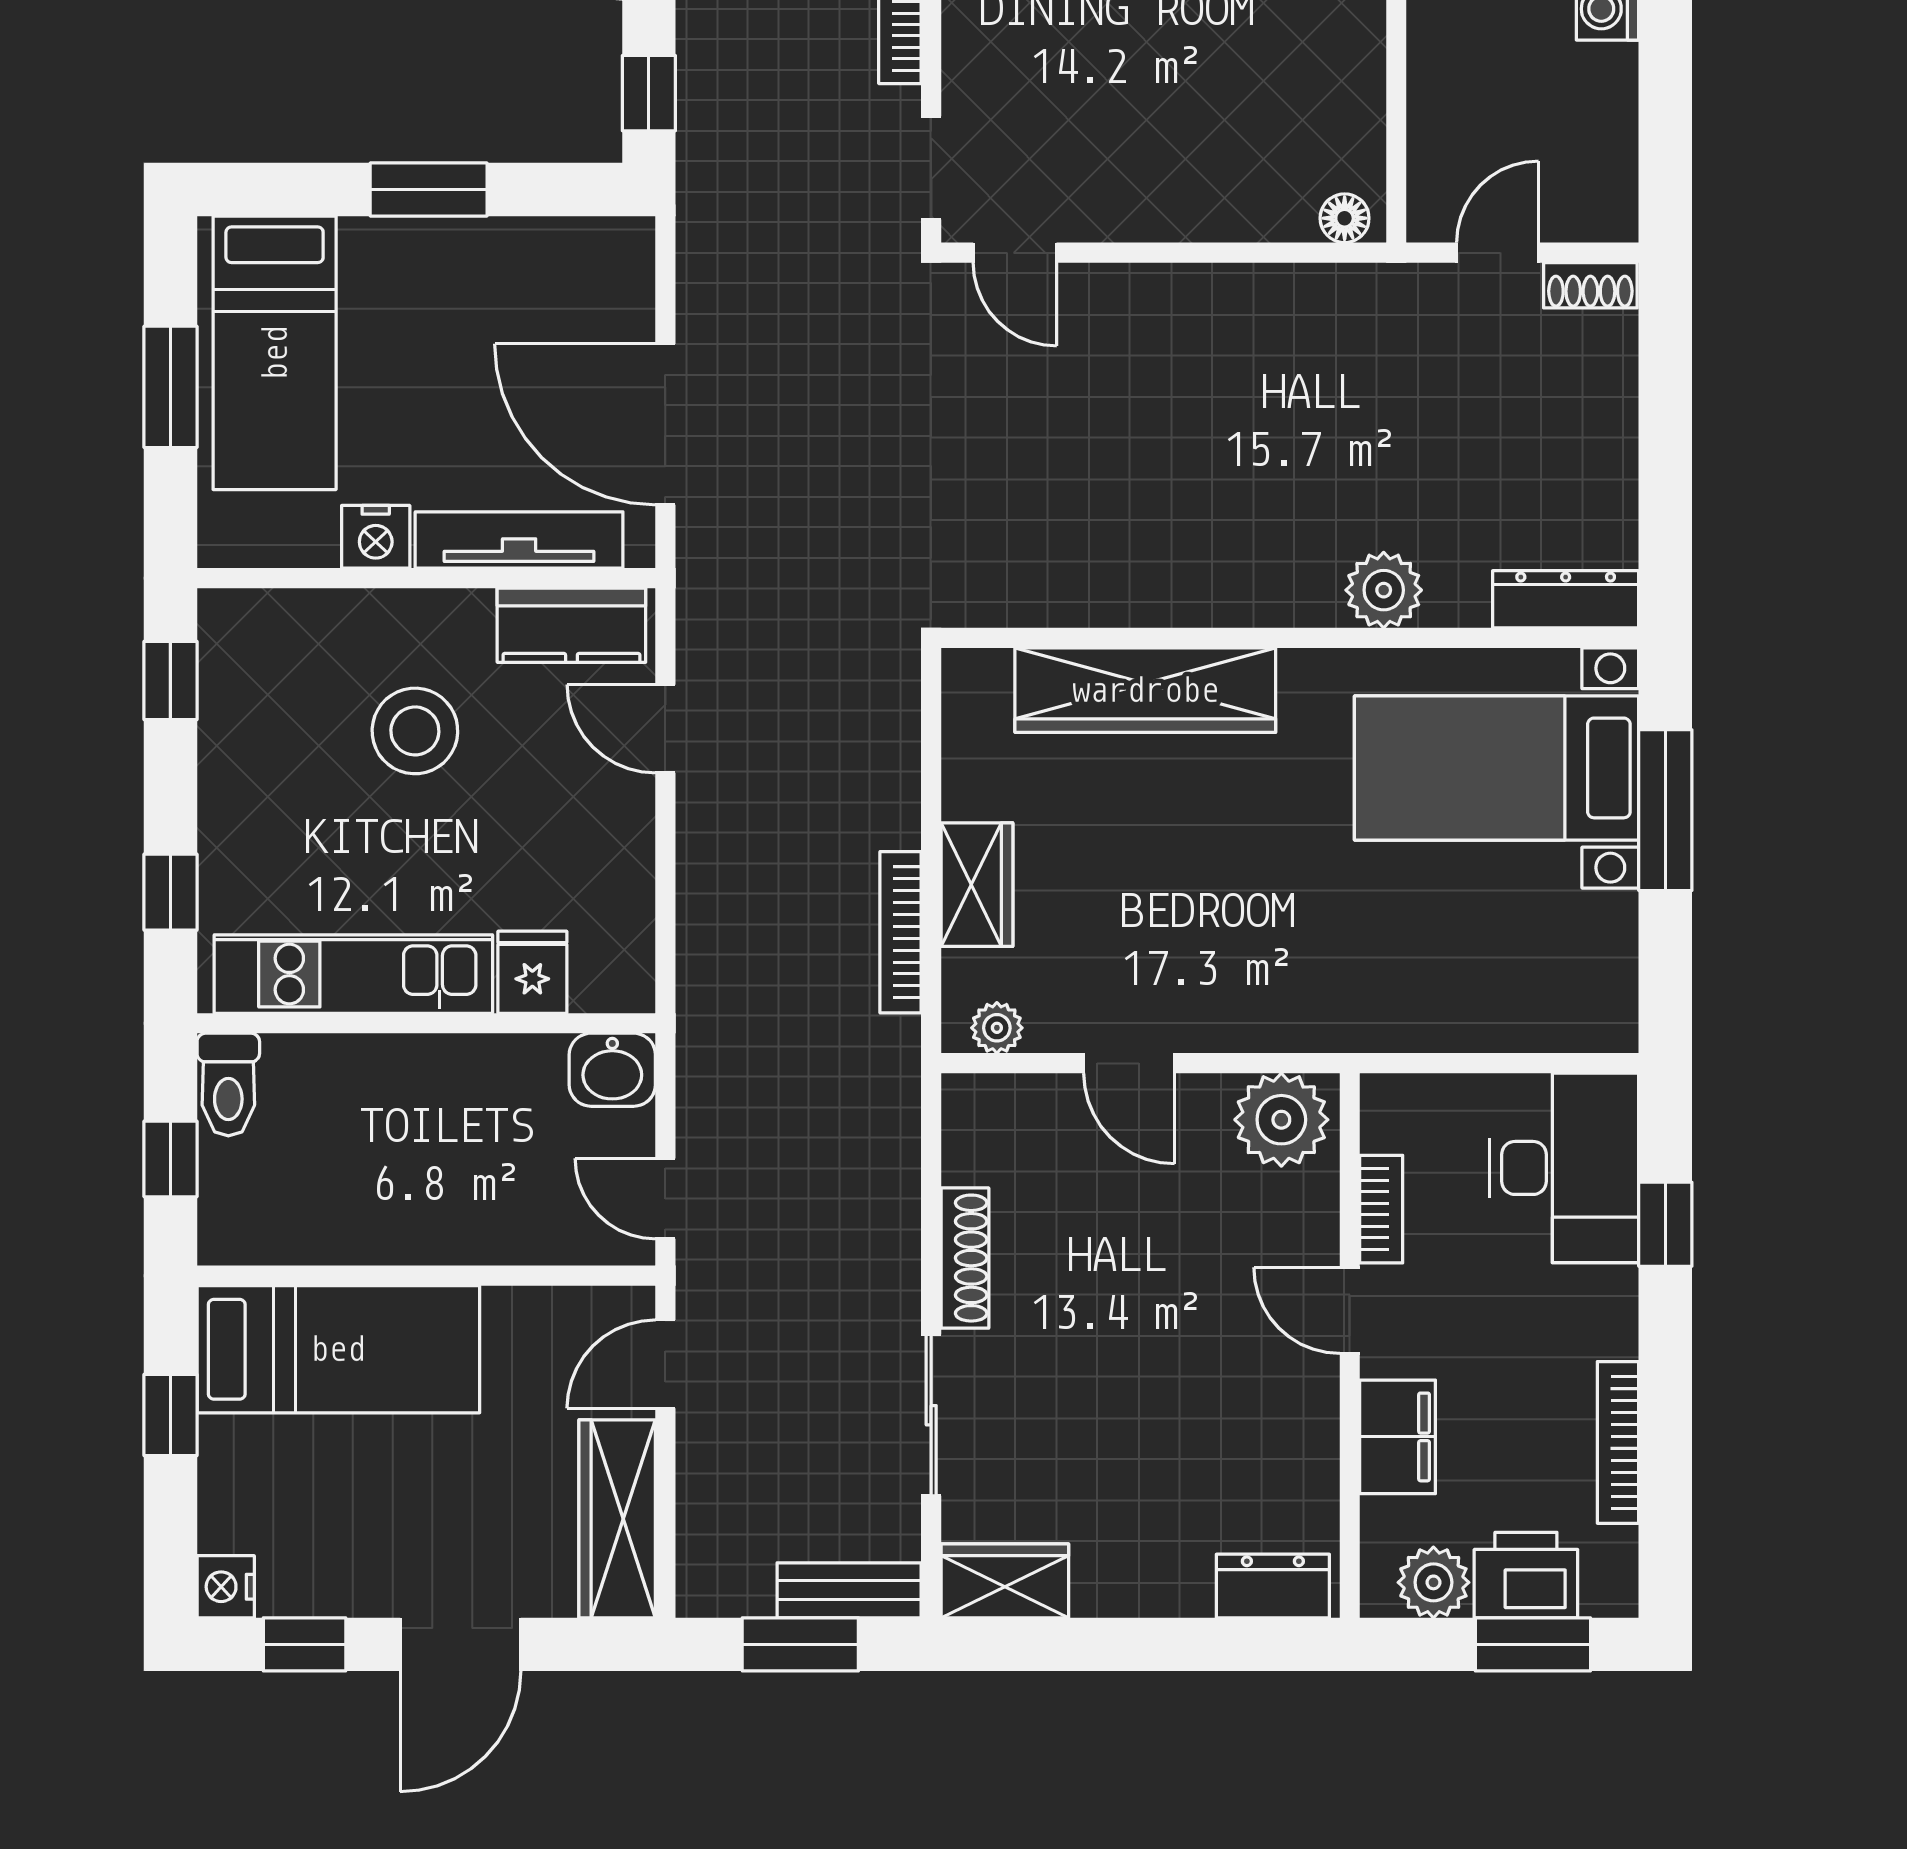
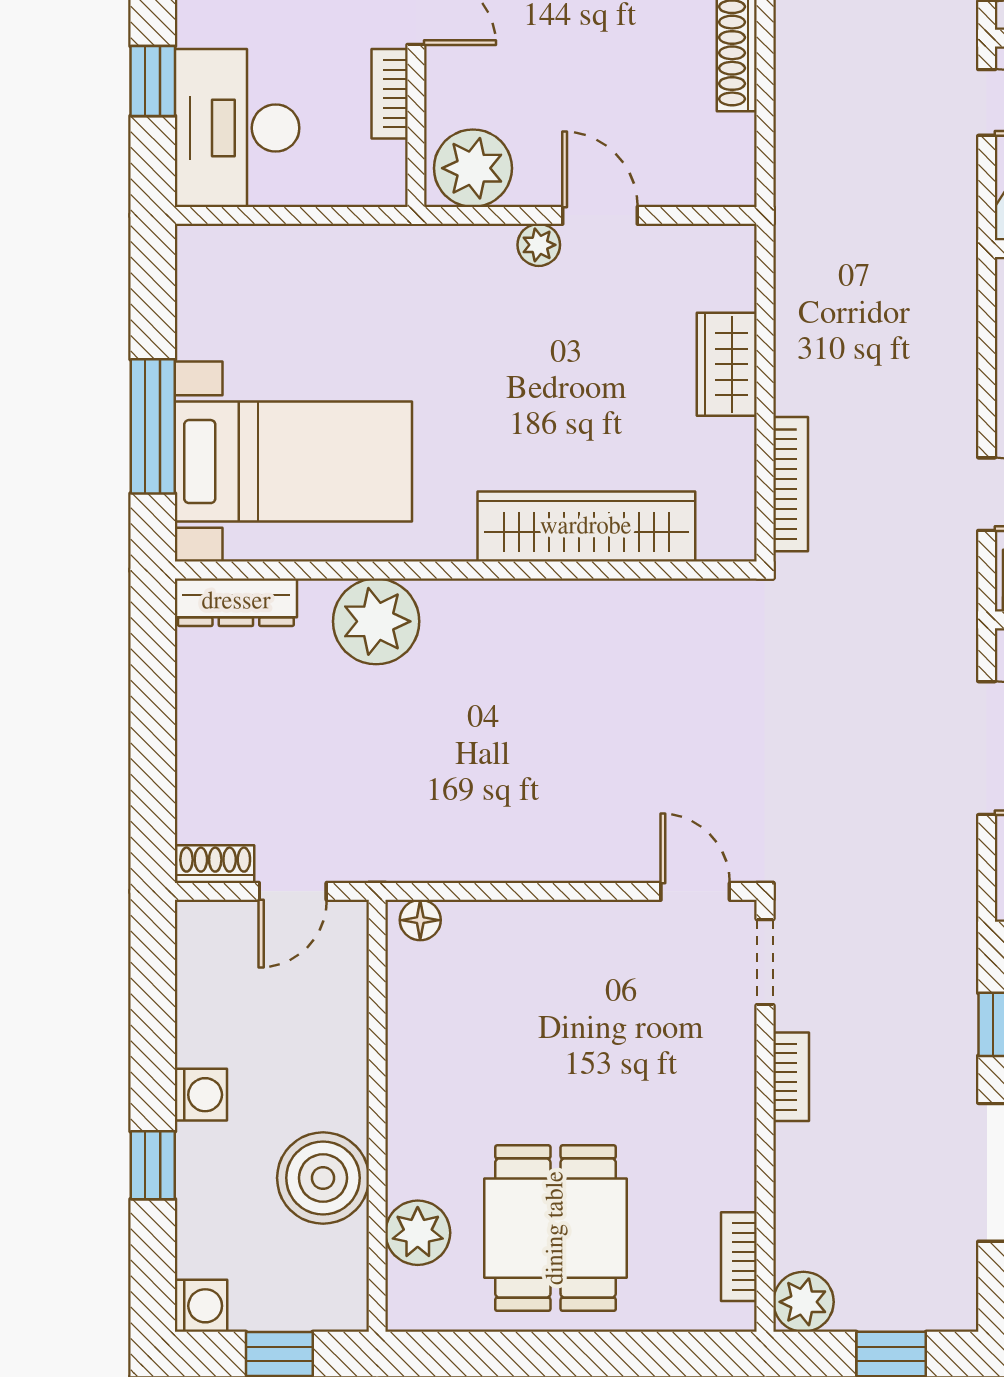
plant: (1384, 590) -> (376, 621), width x1.36, depth x1.36
bookcase: (901, 932) -> (791, 484), moved
plant: (997, 1028) -> (539, 245), moved

